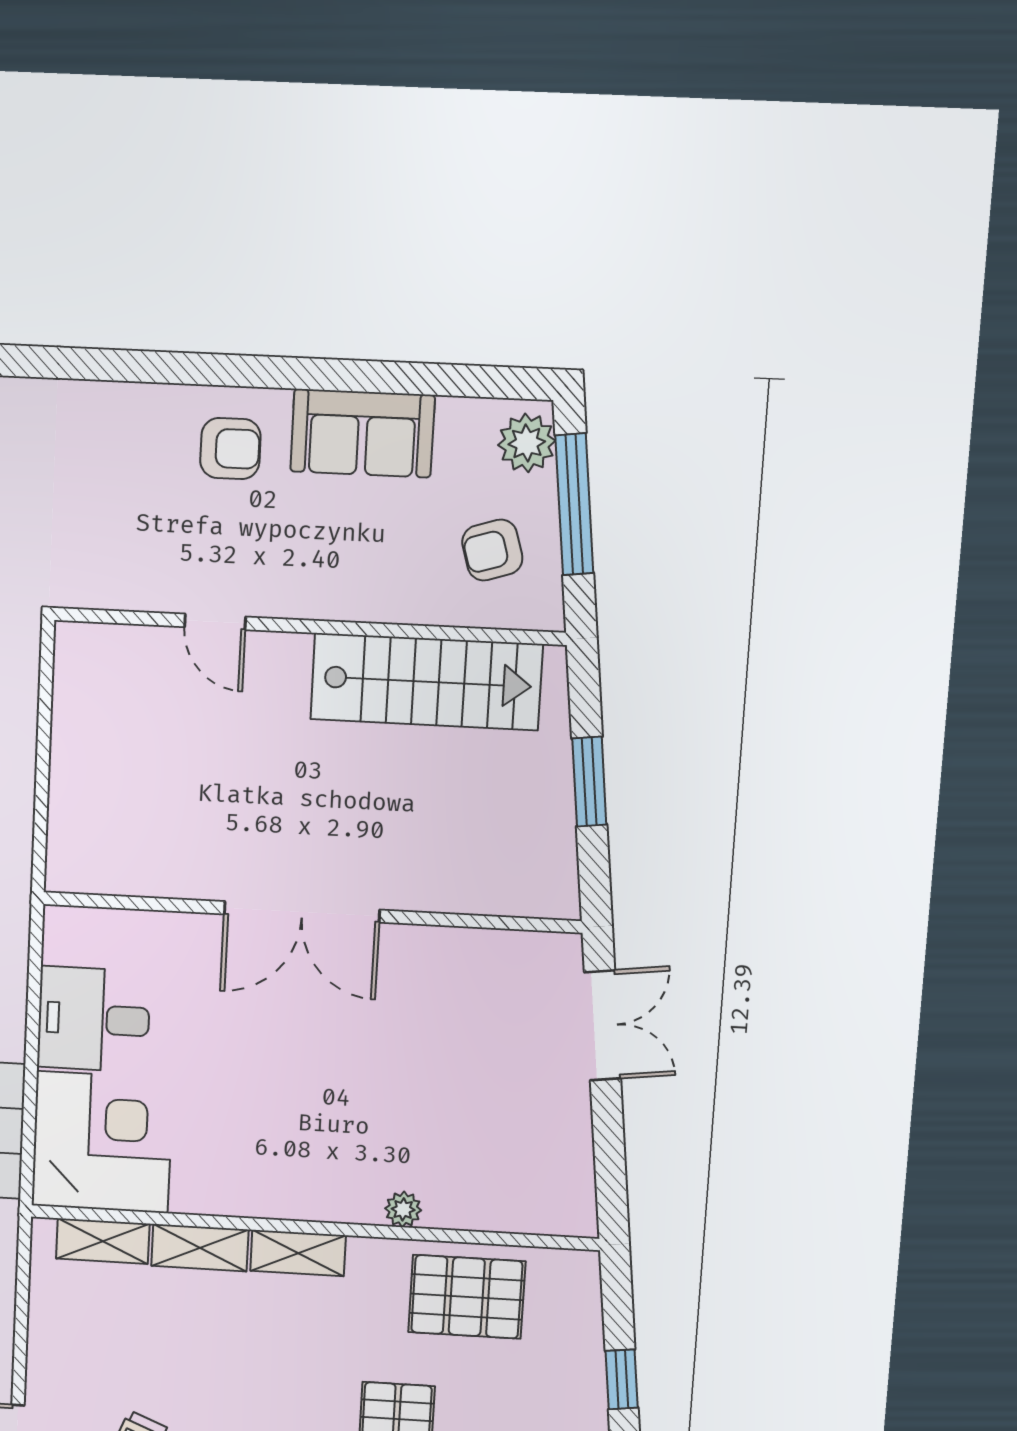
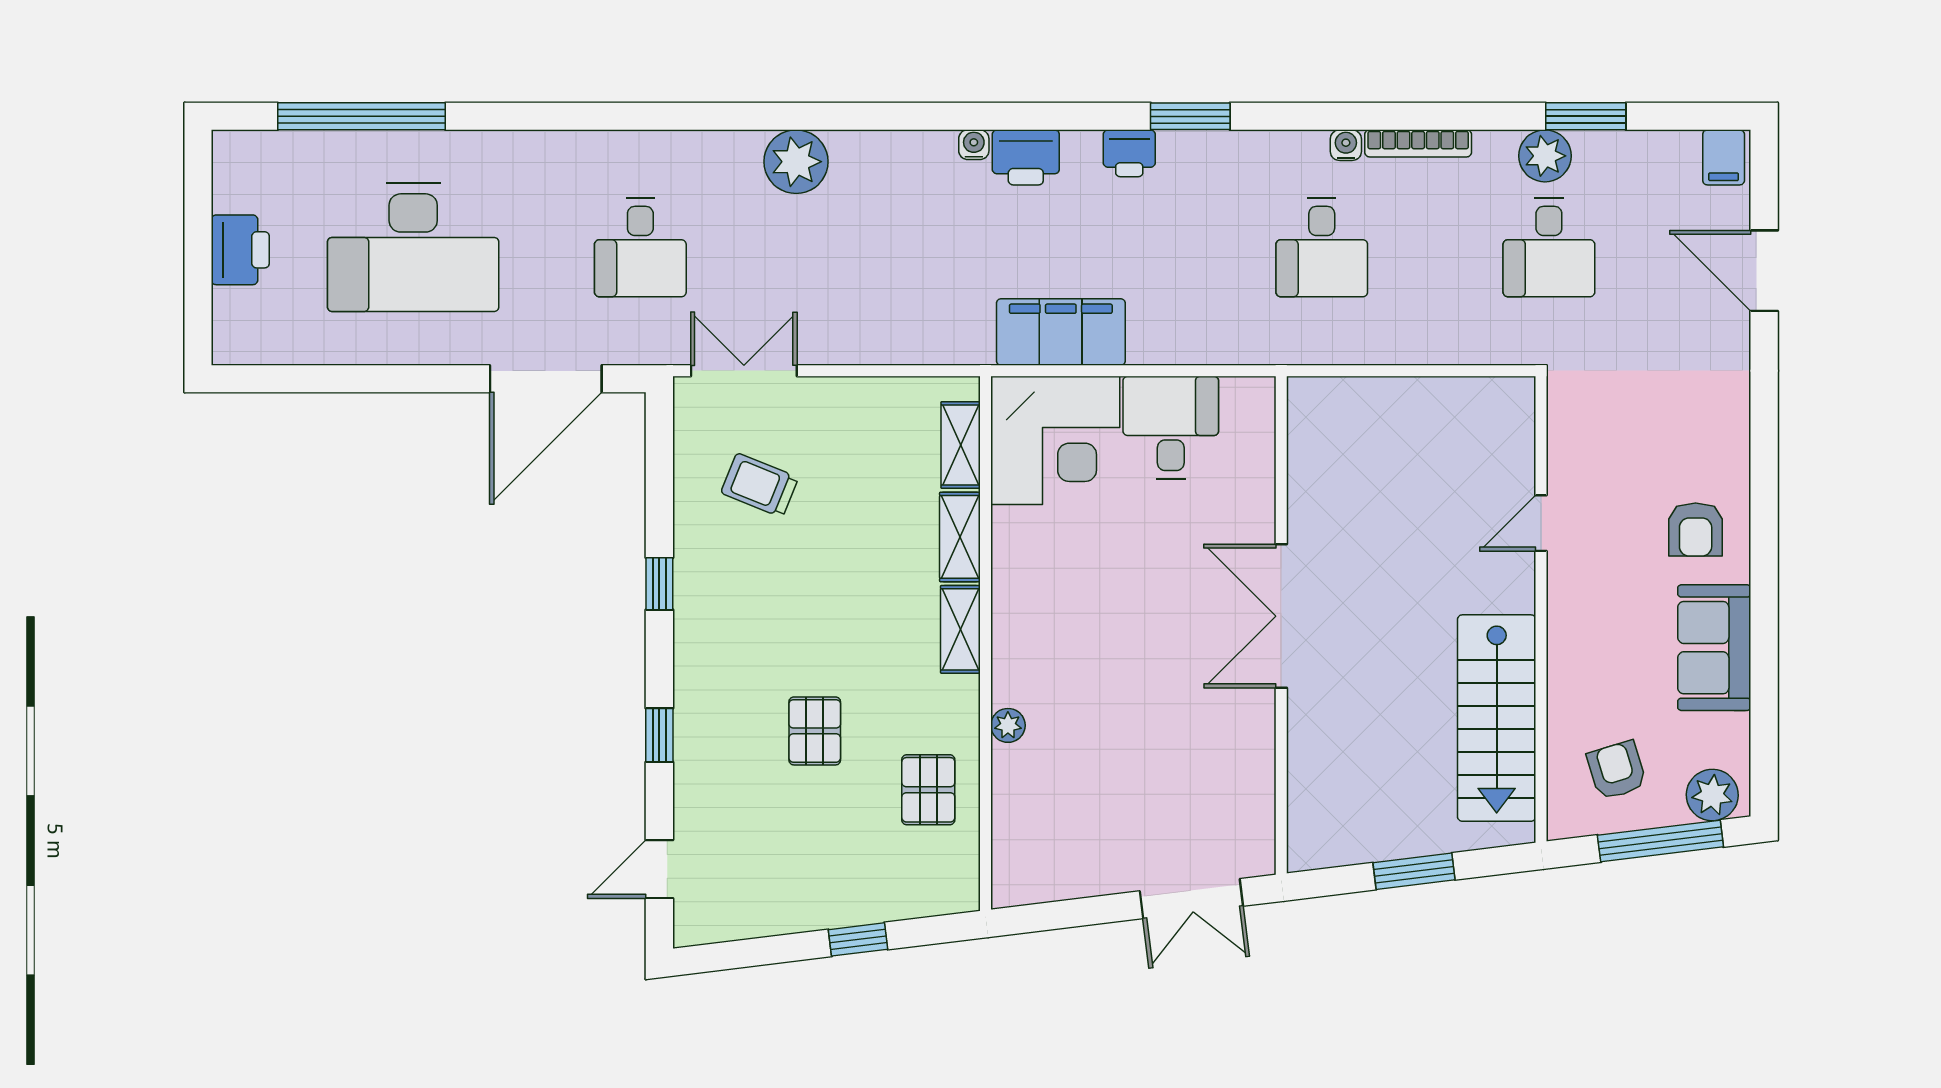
pallet: (467, 1297) -> (928, 790), width x0.67, depth x0.71

